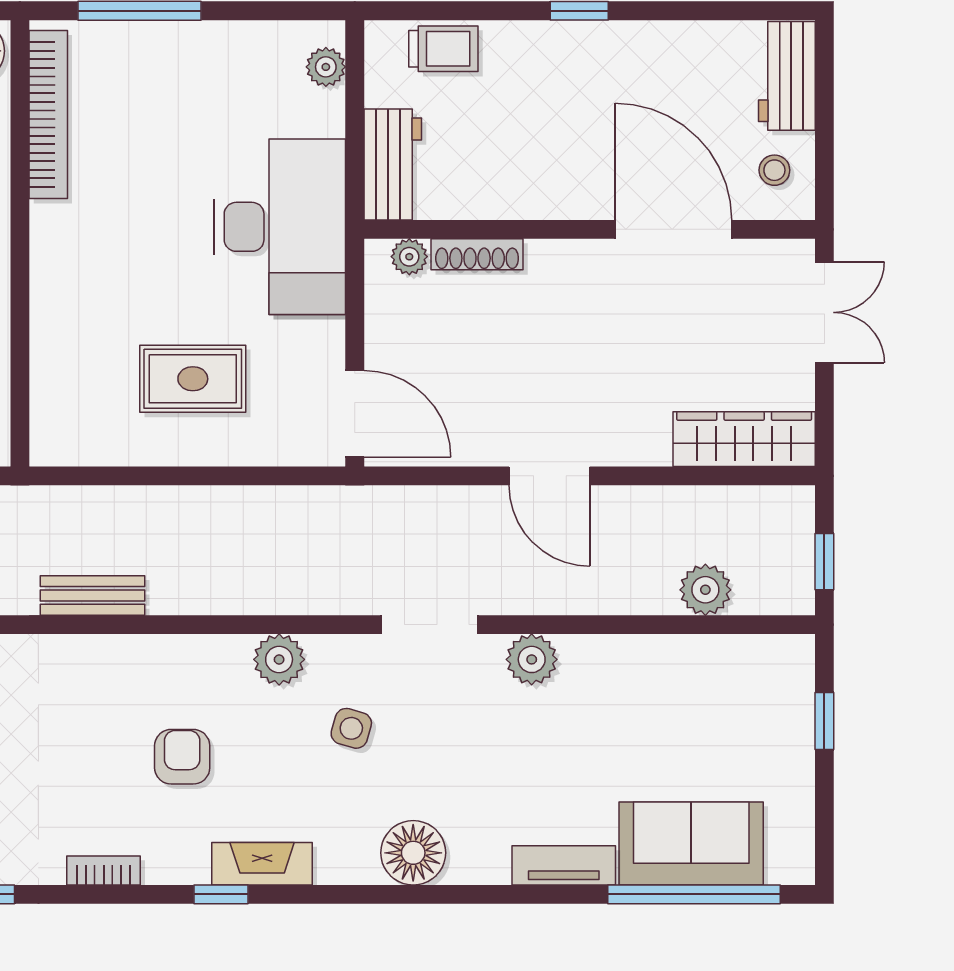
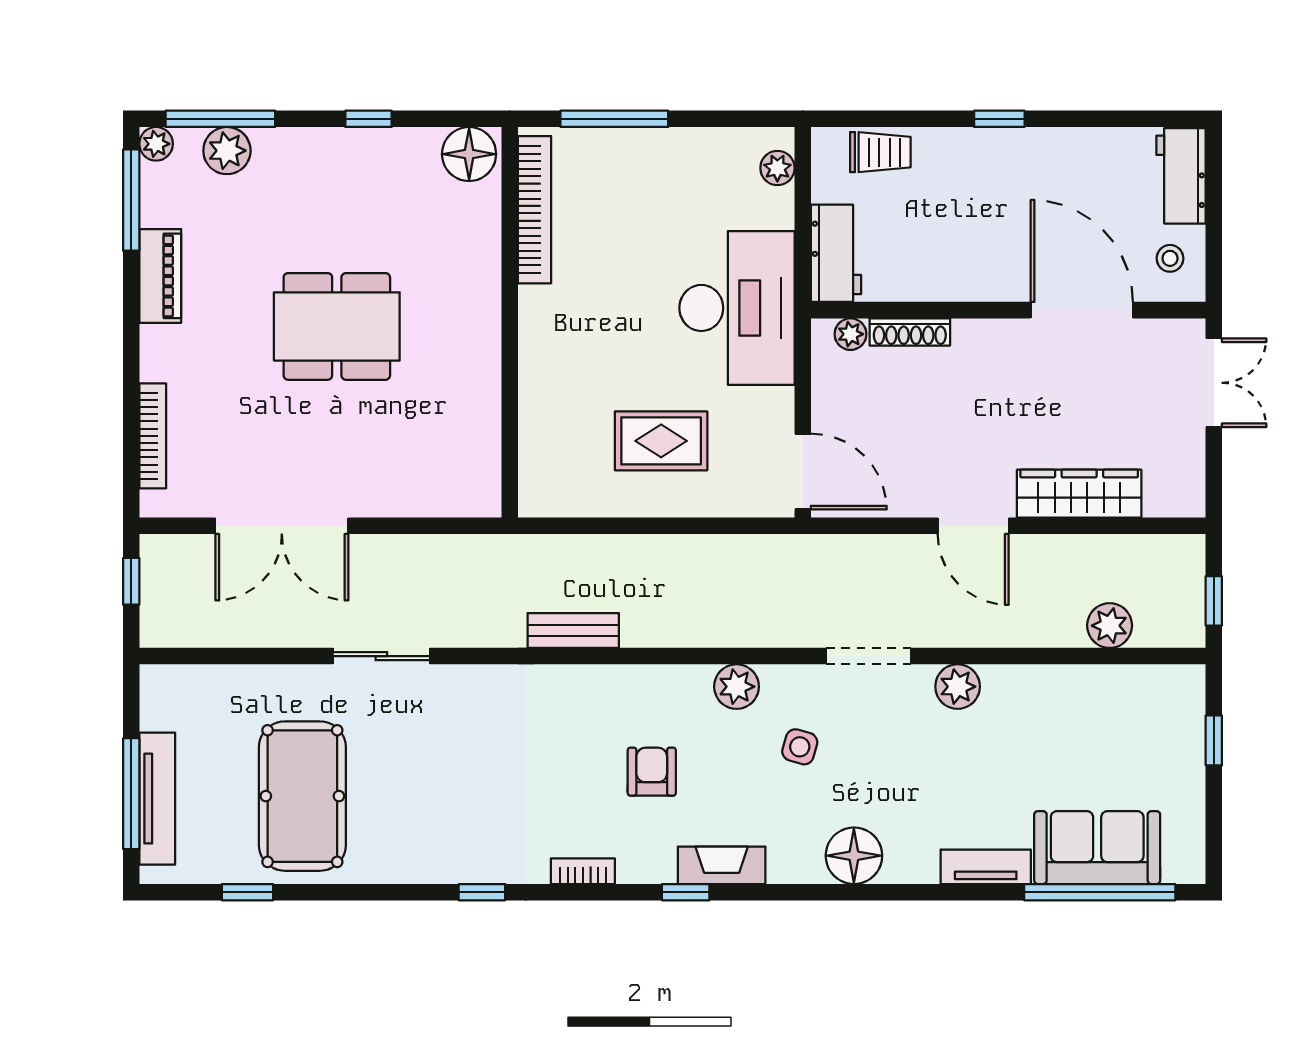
wardrobe: (744, 439) -> (1079, 494), moved

